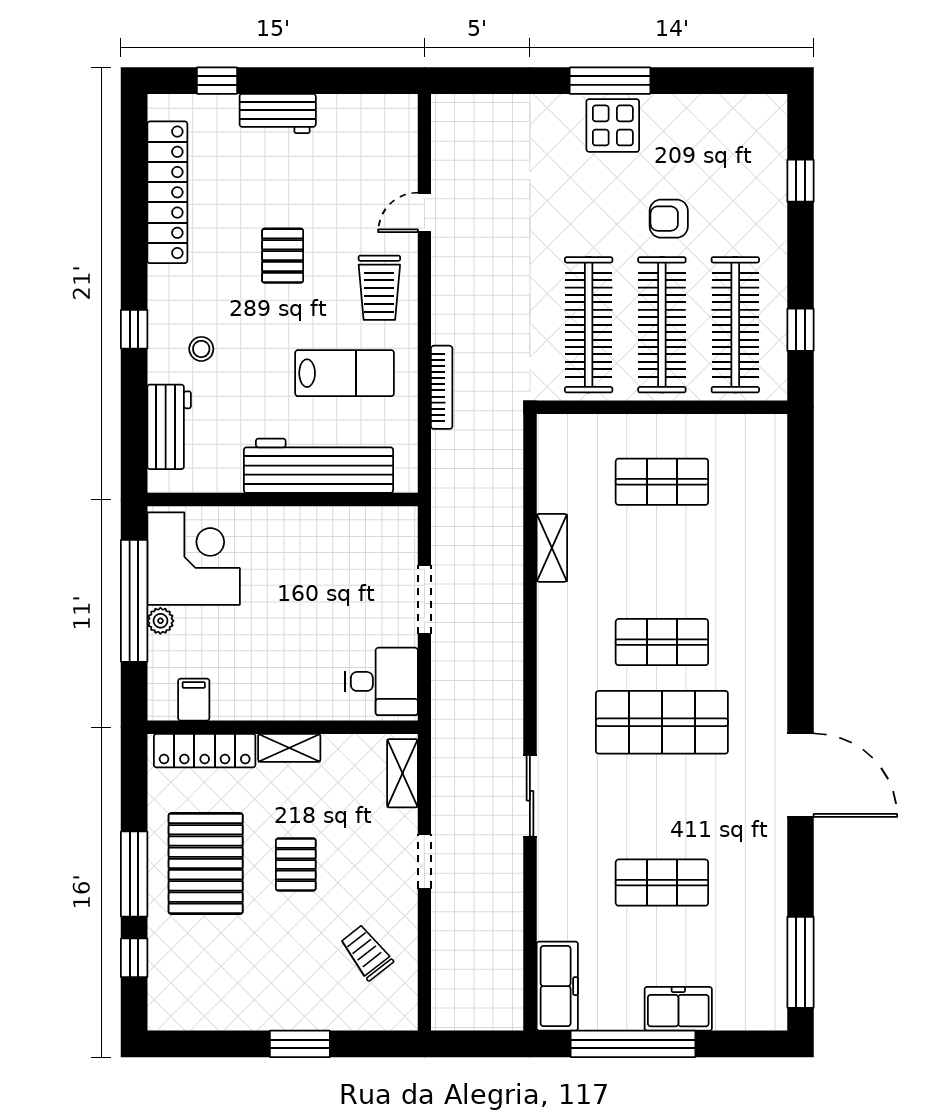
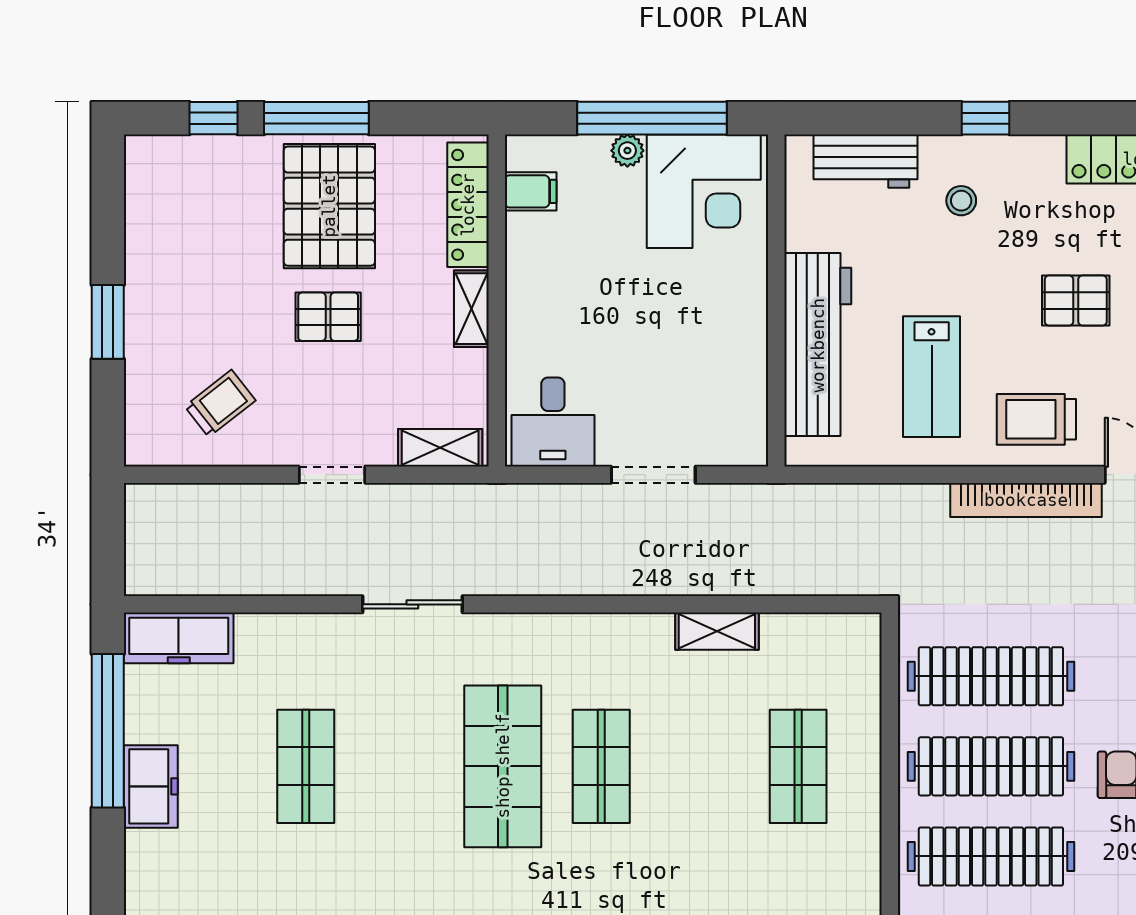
bookcase: (442, 387) -> (1026, 500), moved, width x1.48, depth x1.31
pallet: (206, 863) -> (329, 206), turned 90

